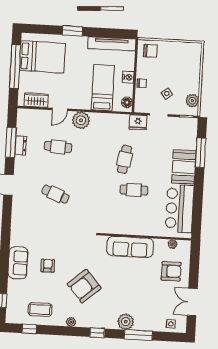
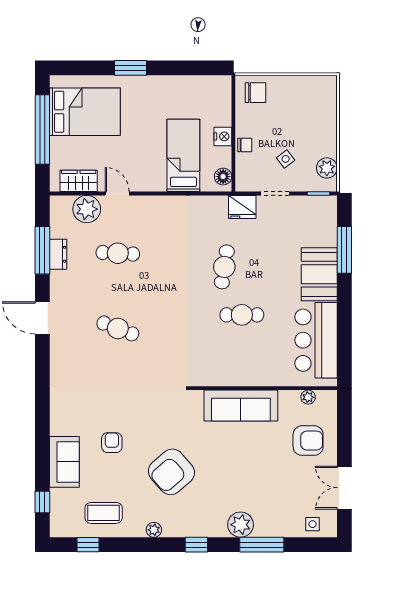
tv unit: (112, 44) -> (194, 85), removed
door: (60, 109) -> (117, 193), swing flipped
plant: (81, 120) -> (87, 209), moved
sofa: (18, 263) -> (64, 462), moved

